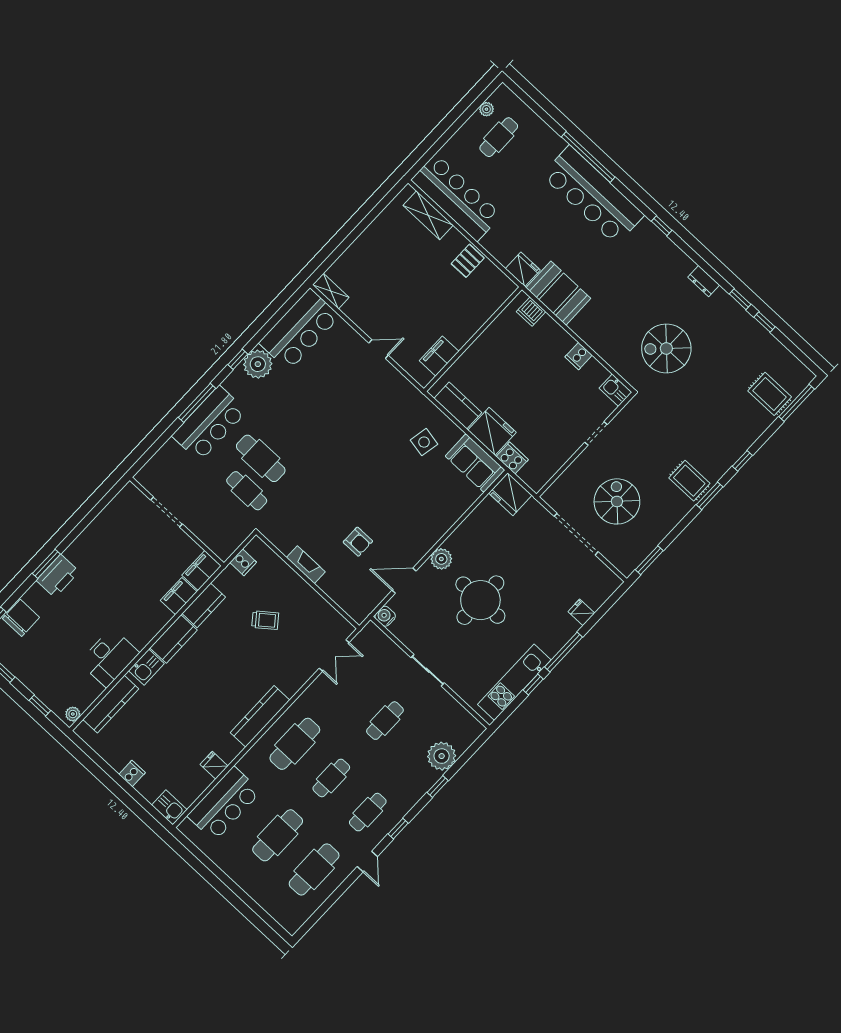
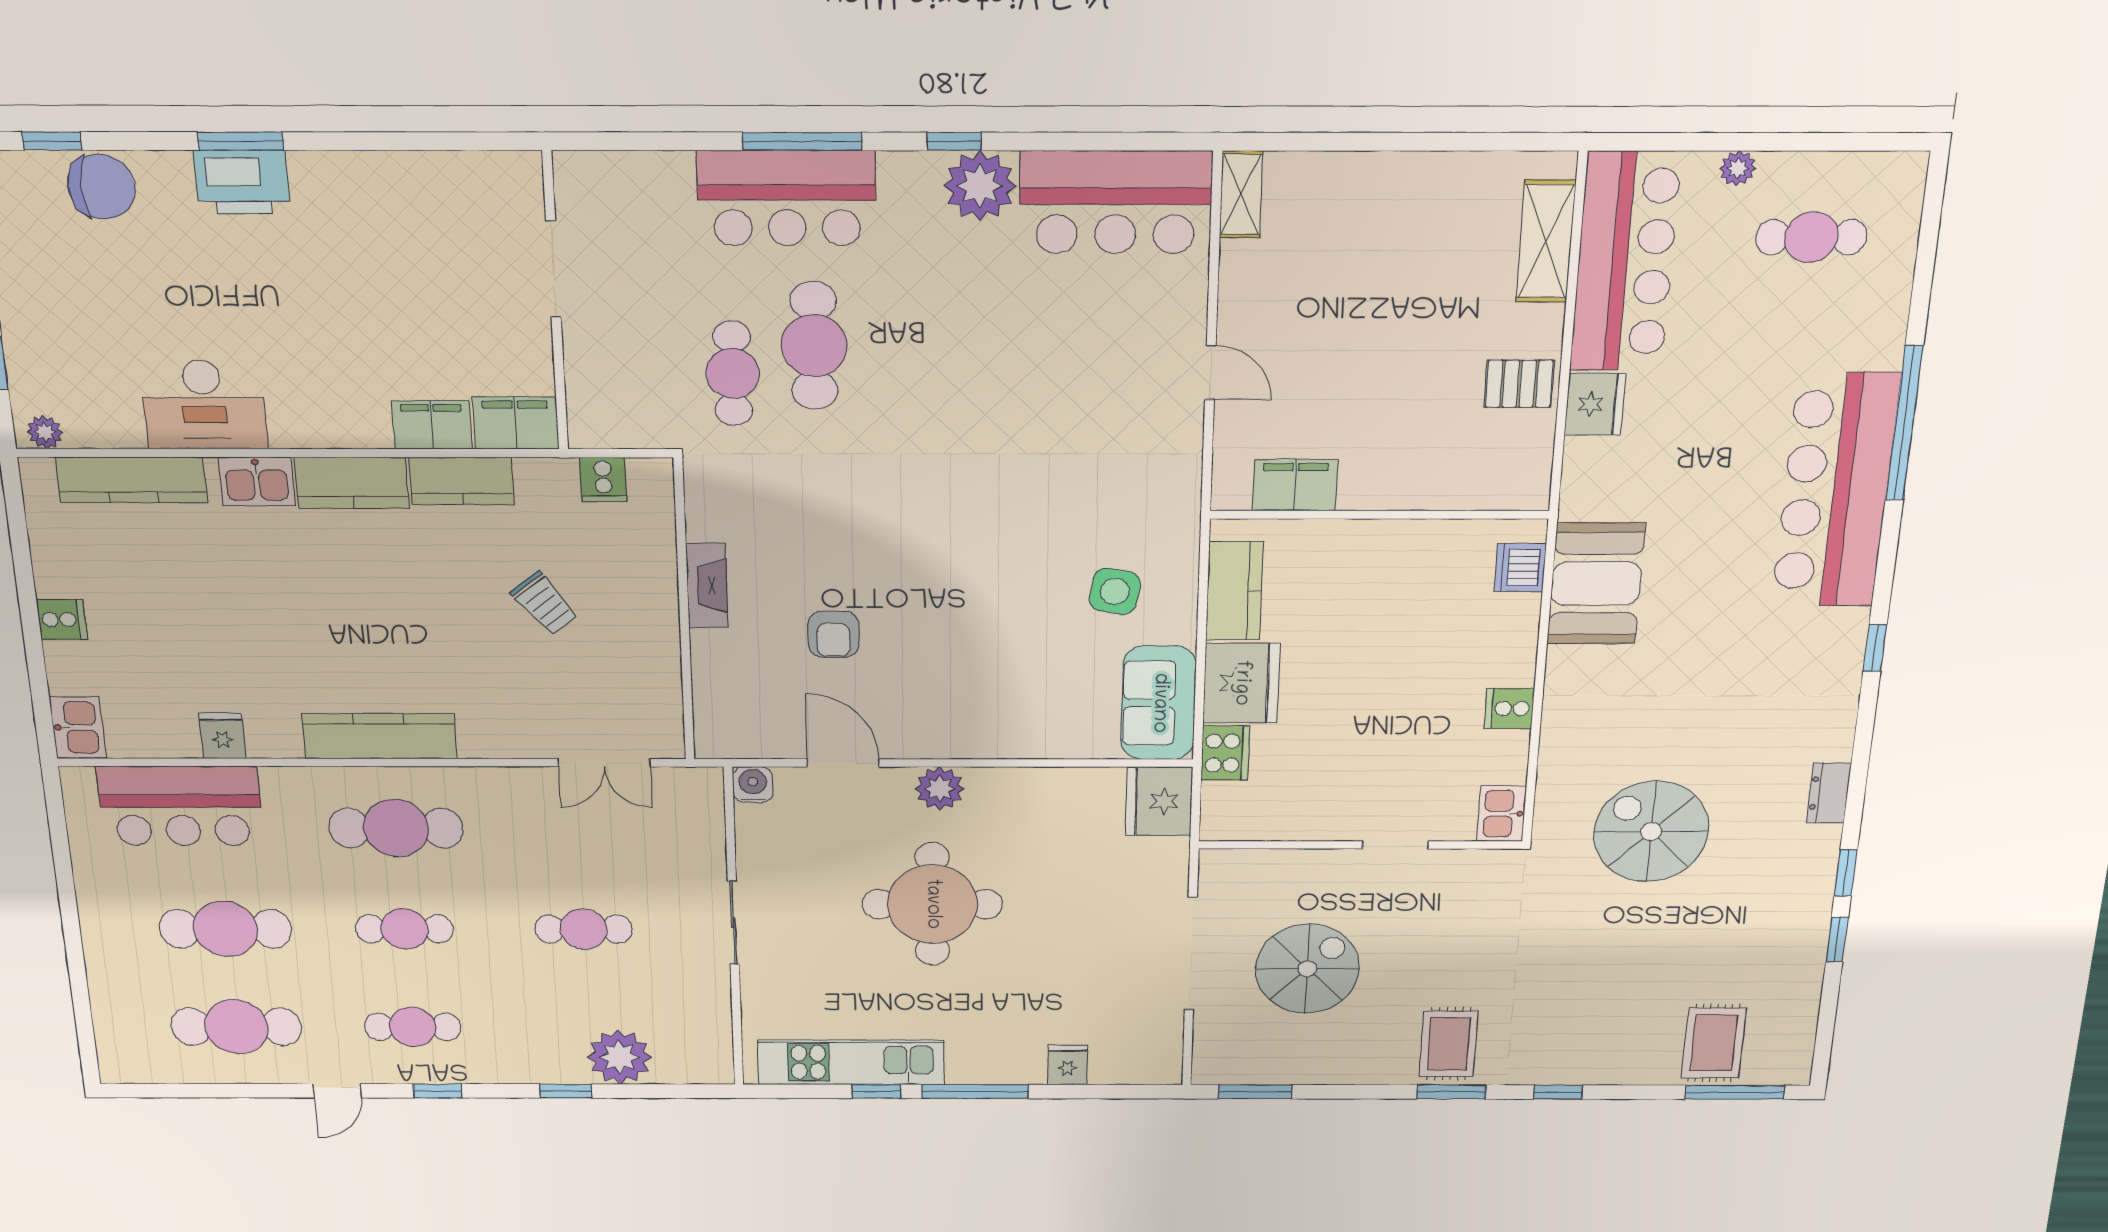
plant: (486, 109) -> (1738, 168), moved
fridge: (523, 269) -> (1595, 404), moved

